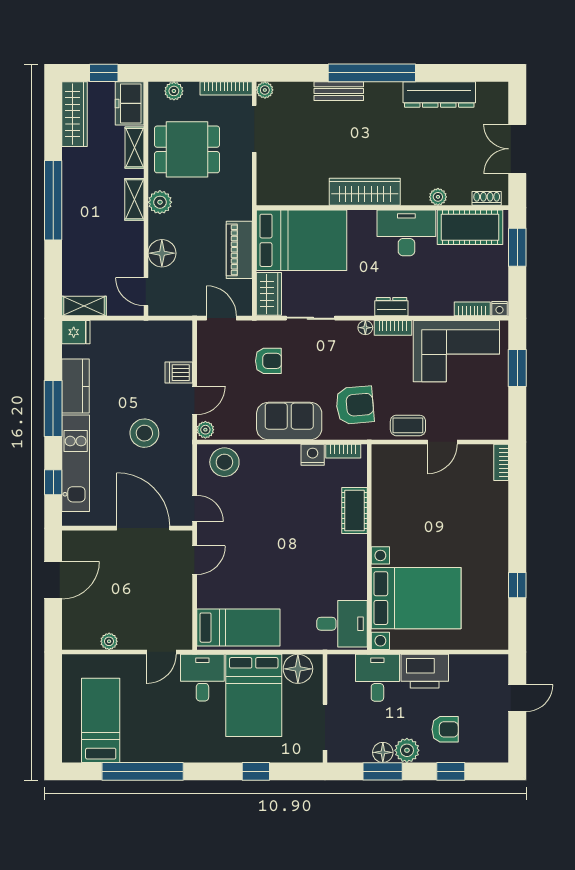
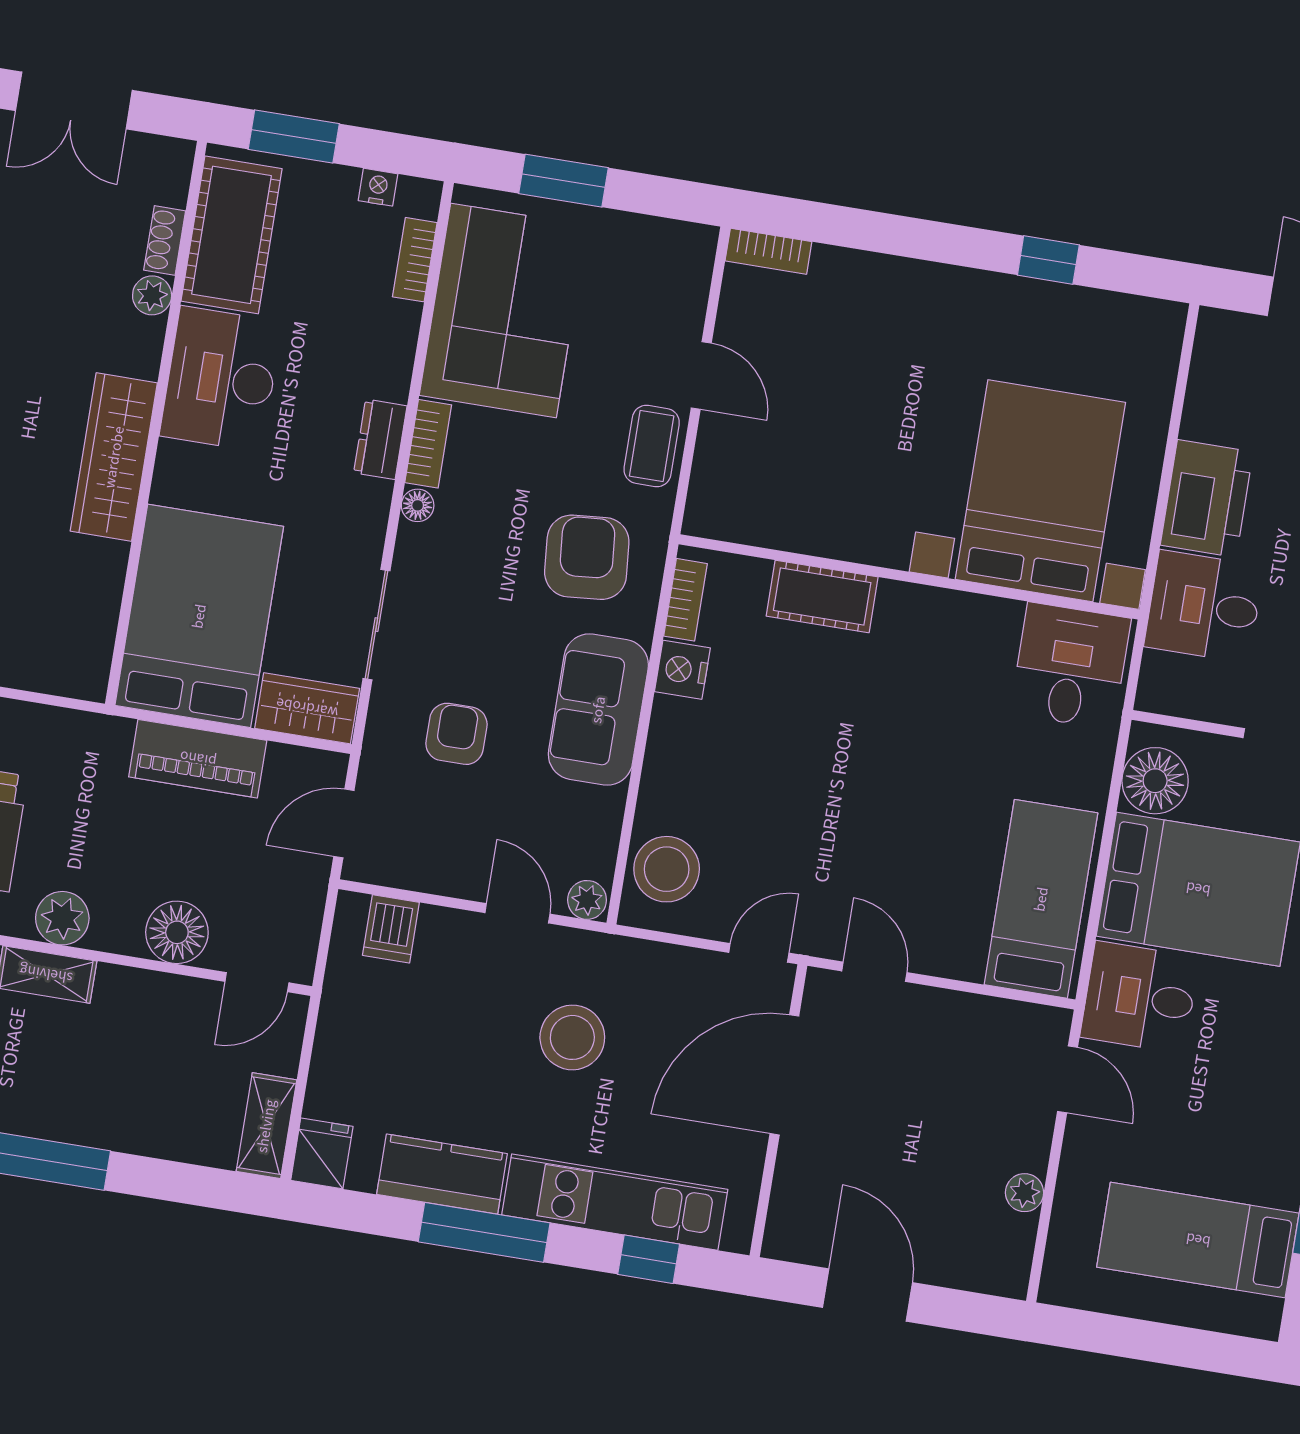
shoe rack: (487, 198) -> (165, 240), moved
nightstand: (499, 309) -> (378, 187), moved, turned -90
dishwasher: (179, 373) -> (391, 929), moved

